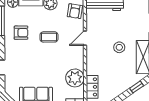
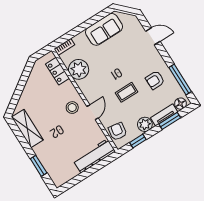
stool: (119, 47) -> (72, 108), moved
window: (137, 87) -> (16, 97), removed

